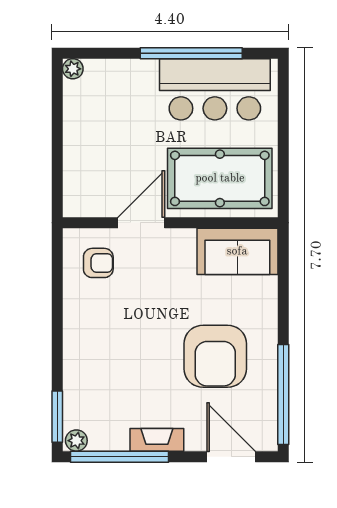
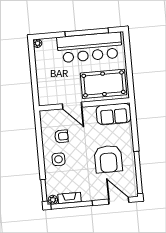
bar counter: (215, 89) -> (90, 47), width x1.36
door: (141, 223) -> (72, 105), swing flipped
armchair: (98, 263) -> (61, 136), moved
side table: (98, 346) -> (59, 159), added
fireplace: (157, 440) -> (70, 198), moved

